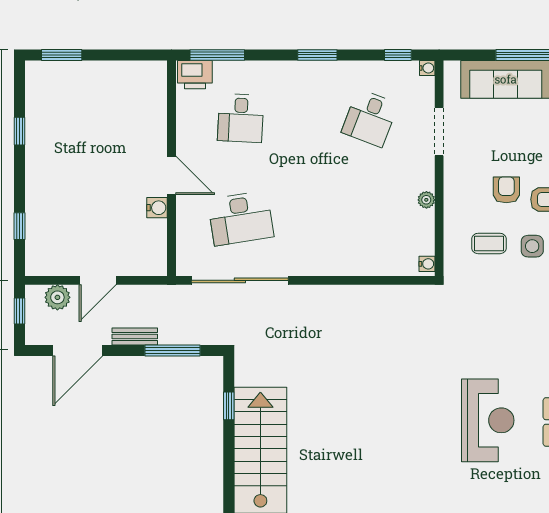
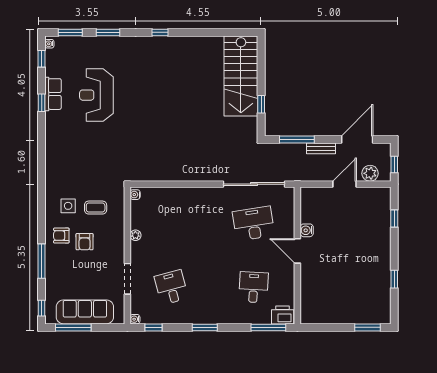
desk: (370, 118) -> (171, 287), turned -36

